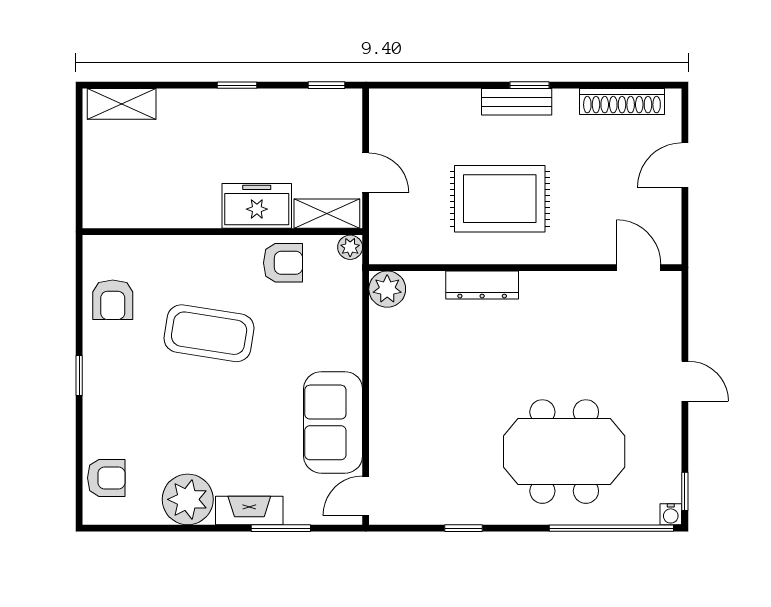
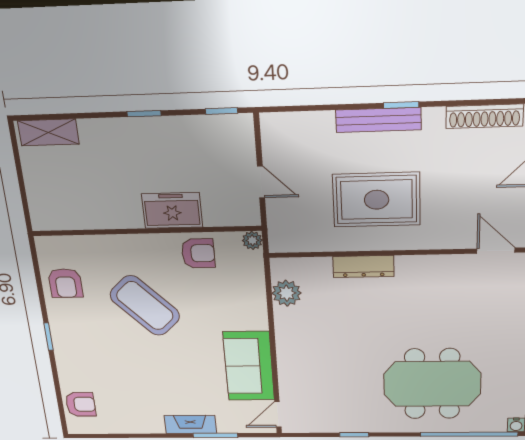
bench: (517, 102) -> (378, 120), width x1.36
shelving: (327, 214) -> (231, 215), removed
plant: (387, 289) -> (287, 293), moved
coffee table: (209, 333) -> (145, 306), turned 37
plant: (188, 499) -> (143, 418), removed

